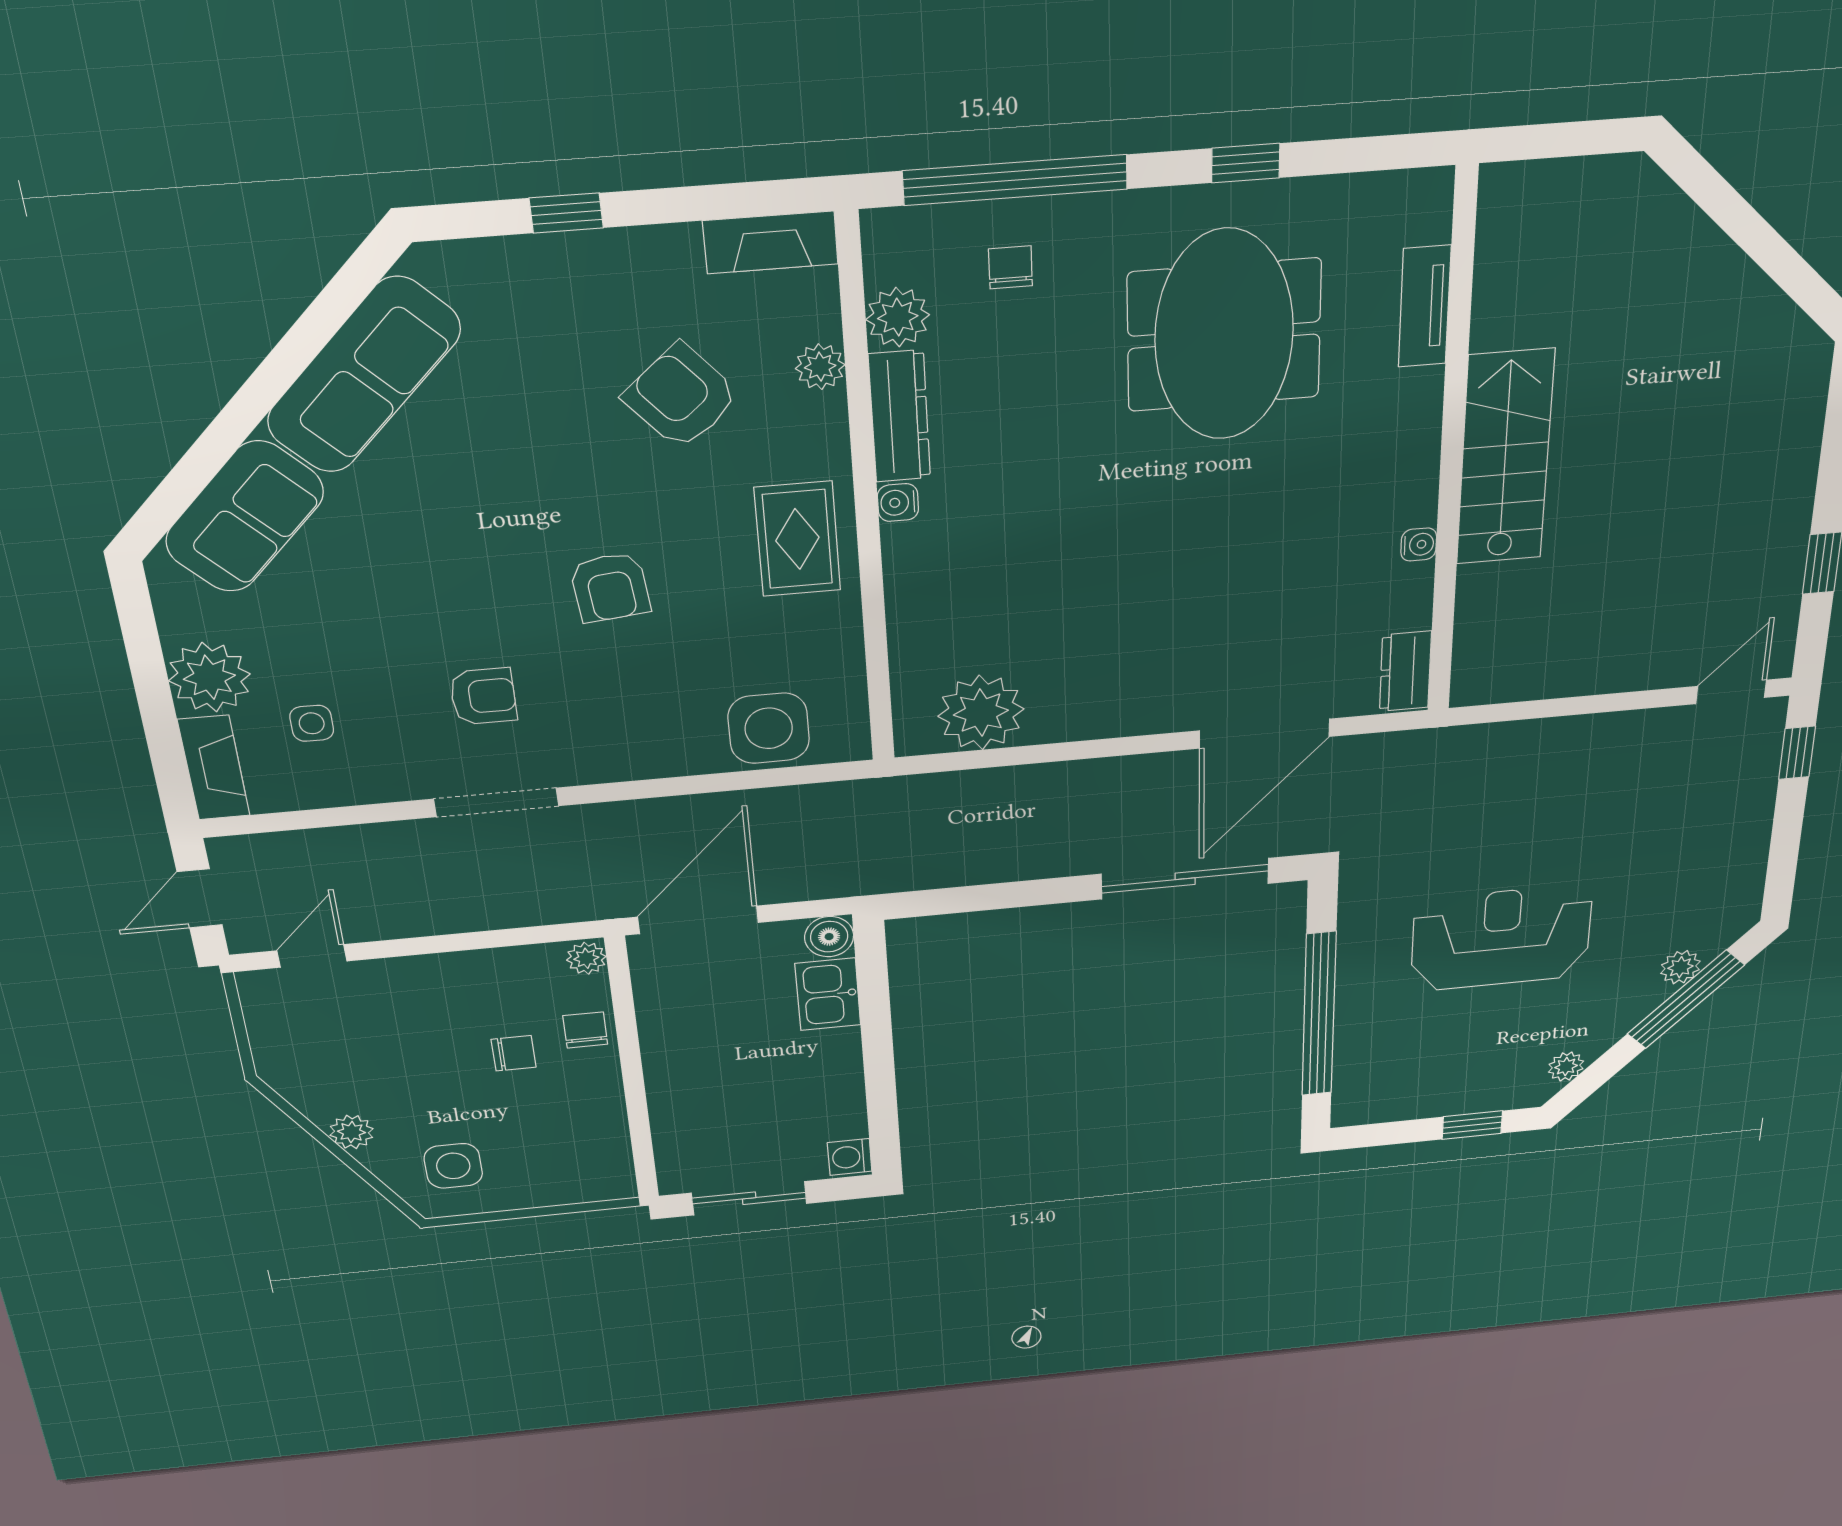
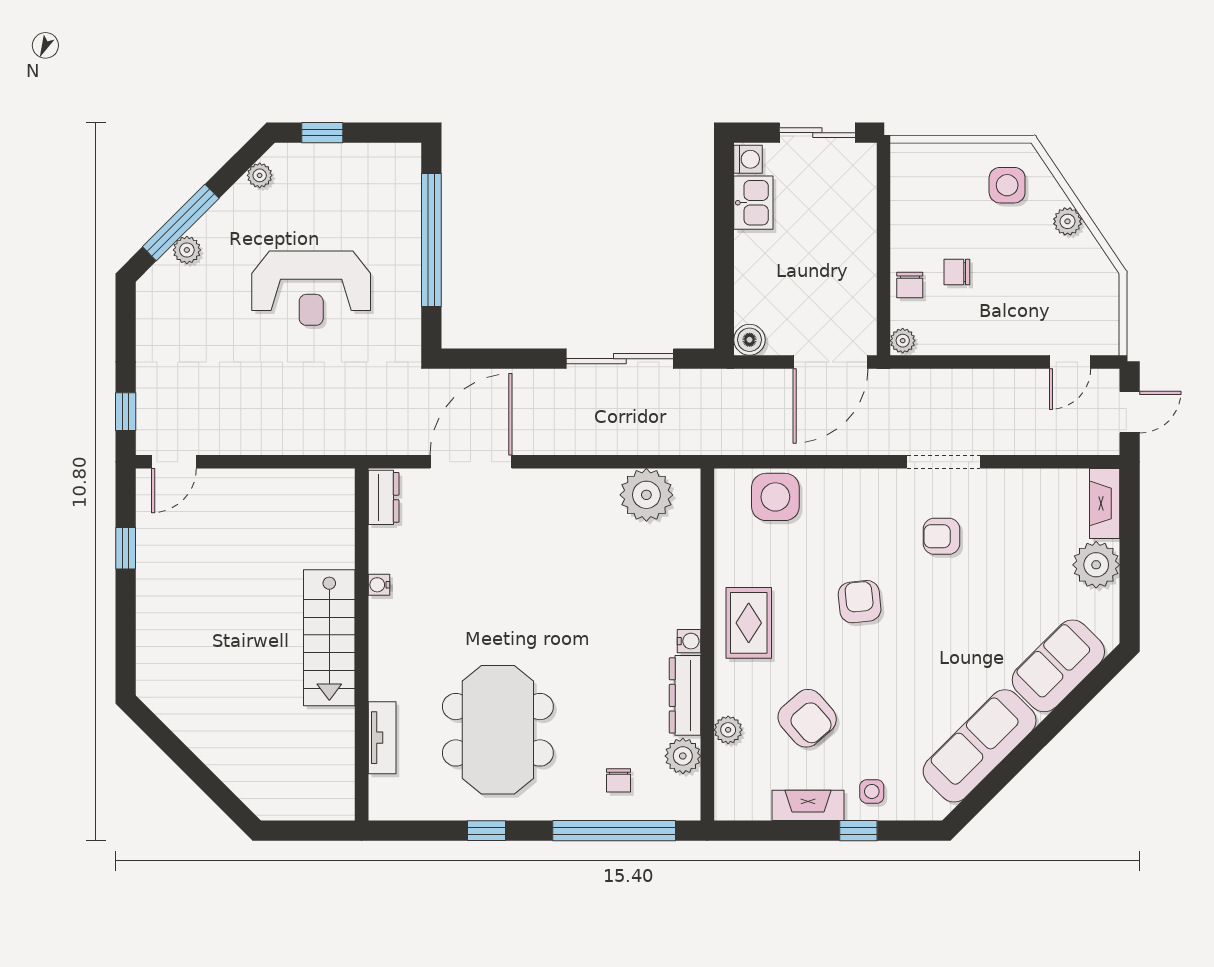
fireplace: (771, 242) -> (808, 805), moved
side table: (312, 723) -> (872, 791), moved
sliding door: (1185, 879) -> (620, 359), moved
kitchen sink: (828, 994) -> (753, 203), moved

